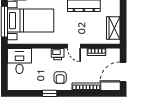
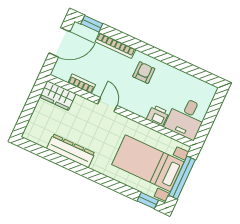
wardrobe: (113, 28) -> (58, 95), moved, turned 90
printer: (58, 54) -> (158, 116), moved
window: (50, 93) -> (92, 24), moved

